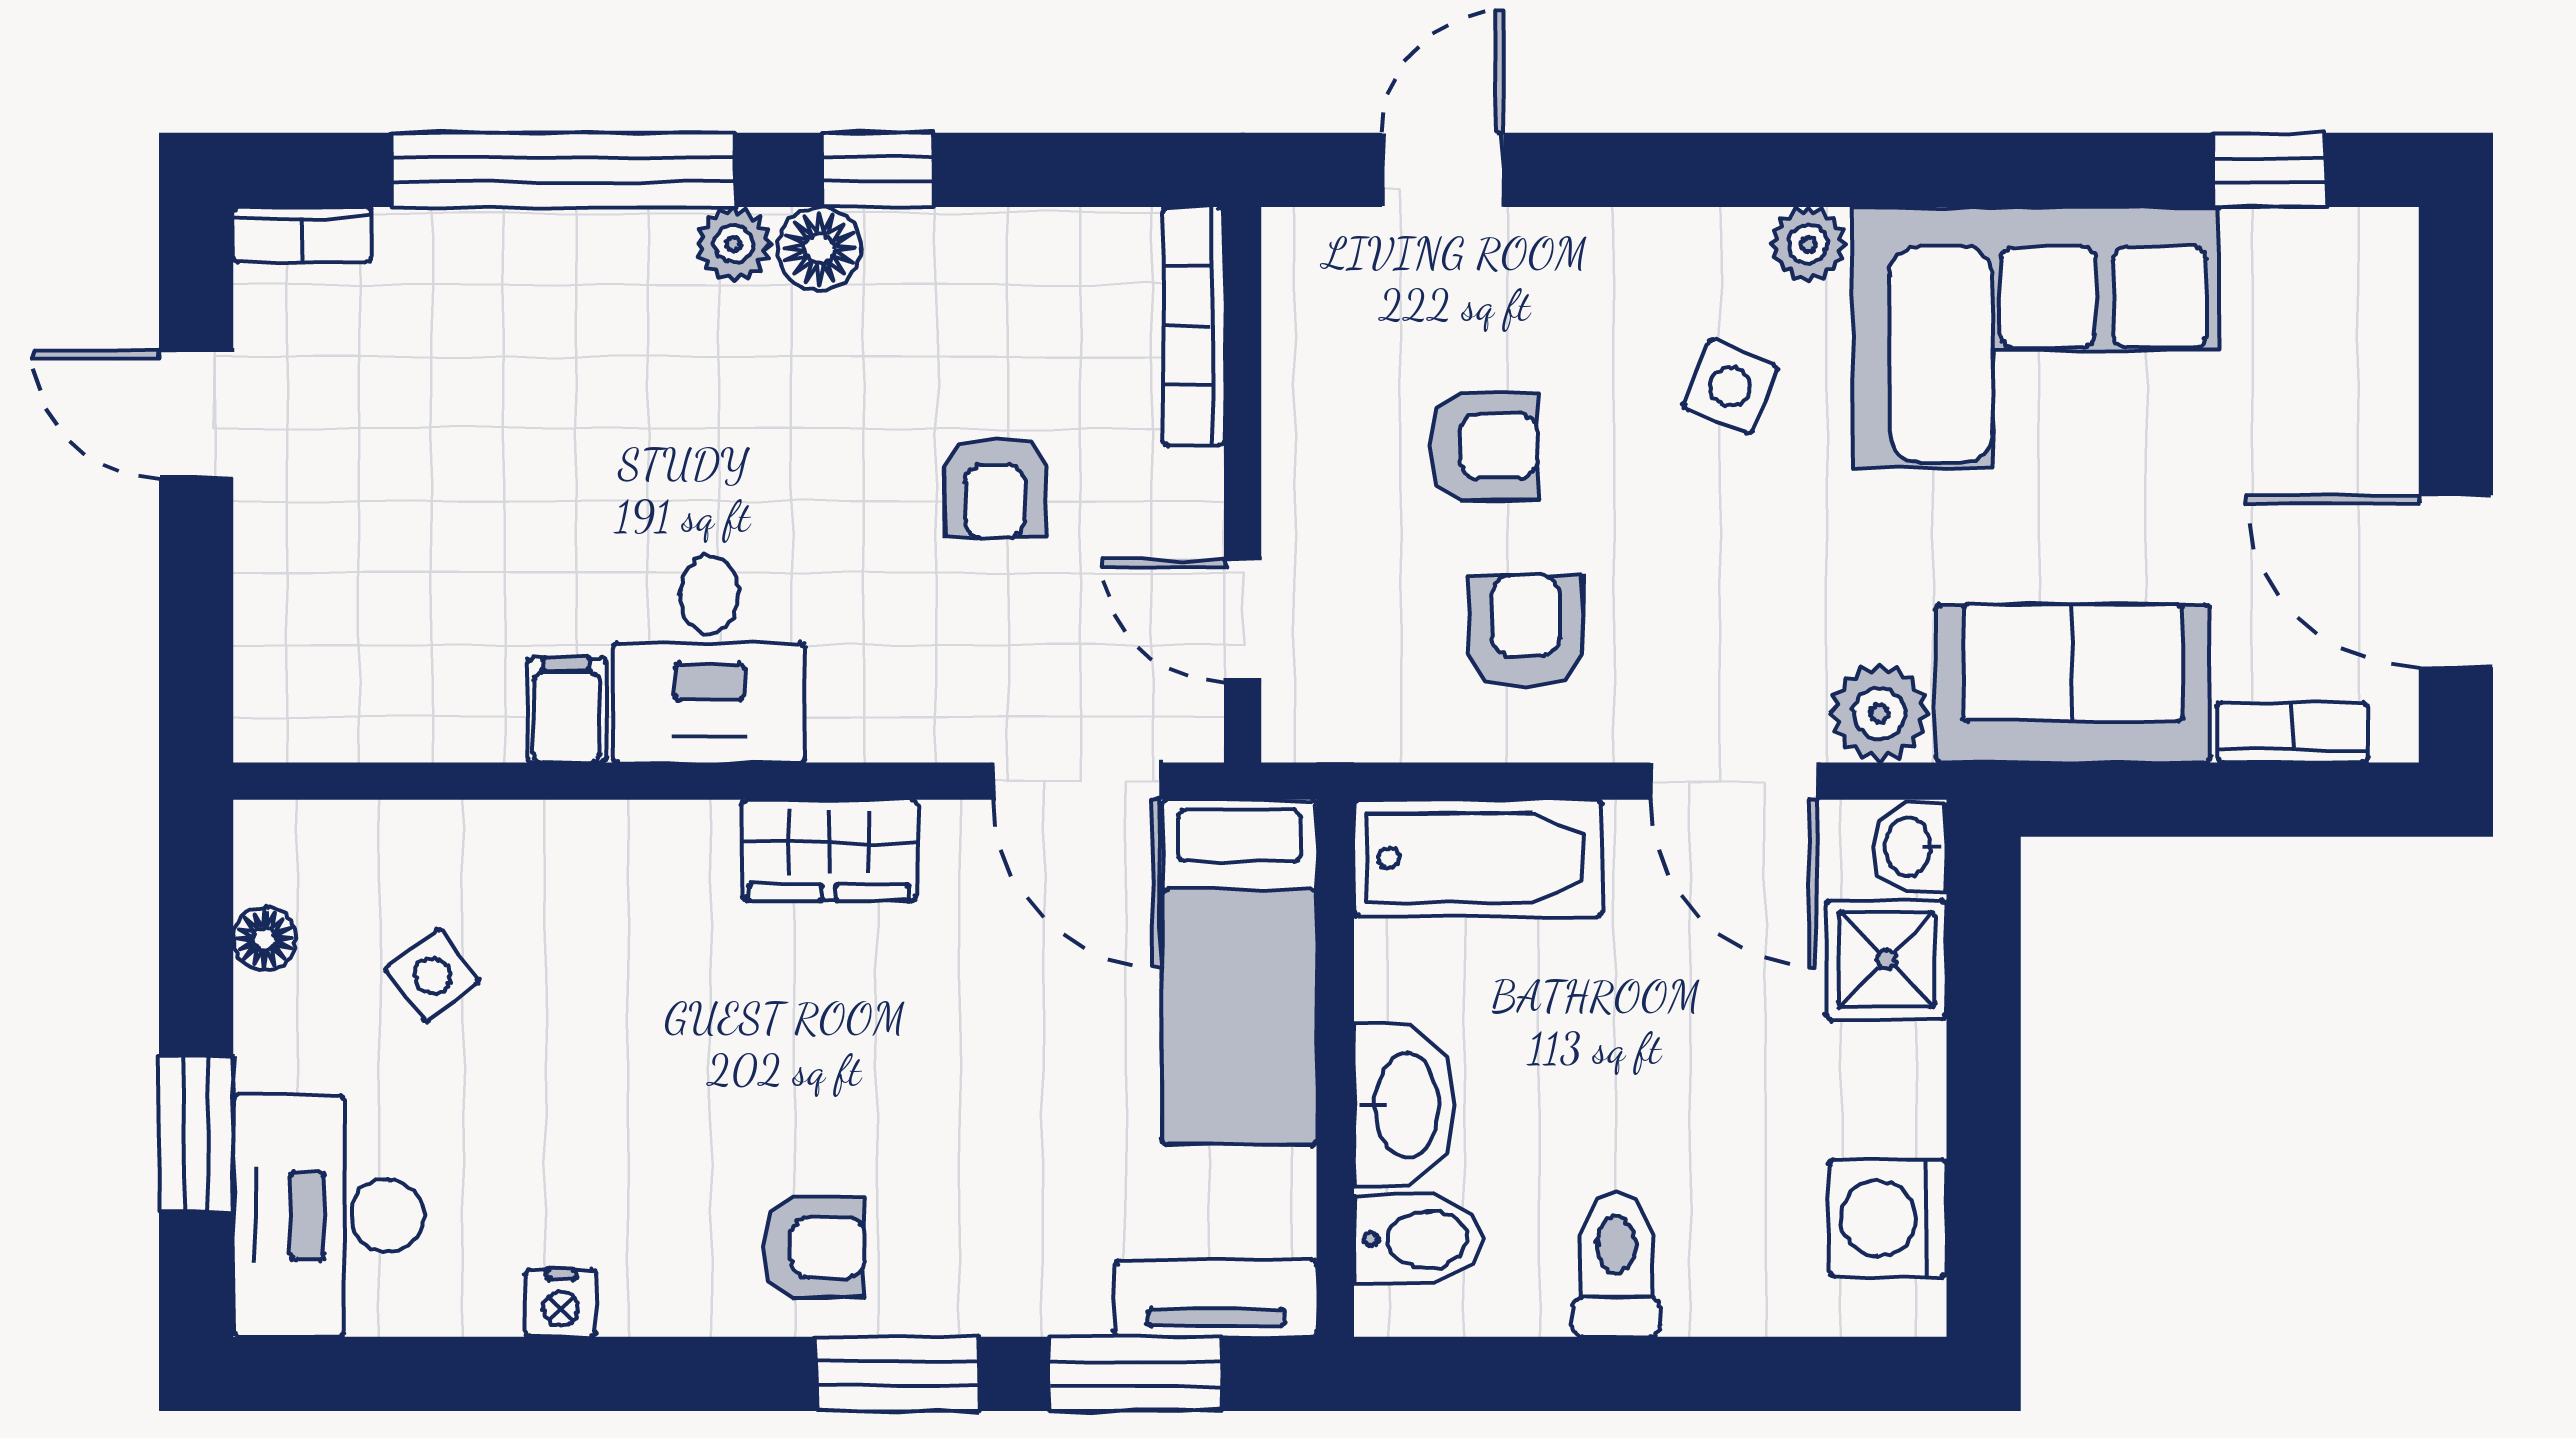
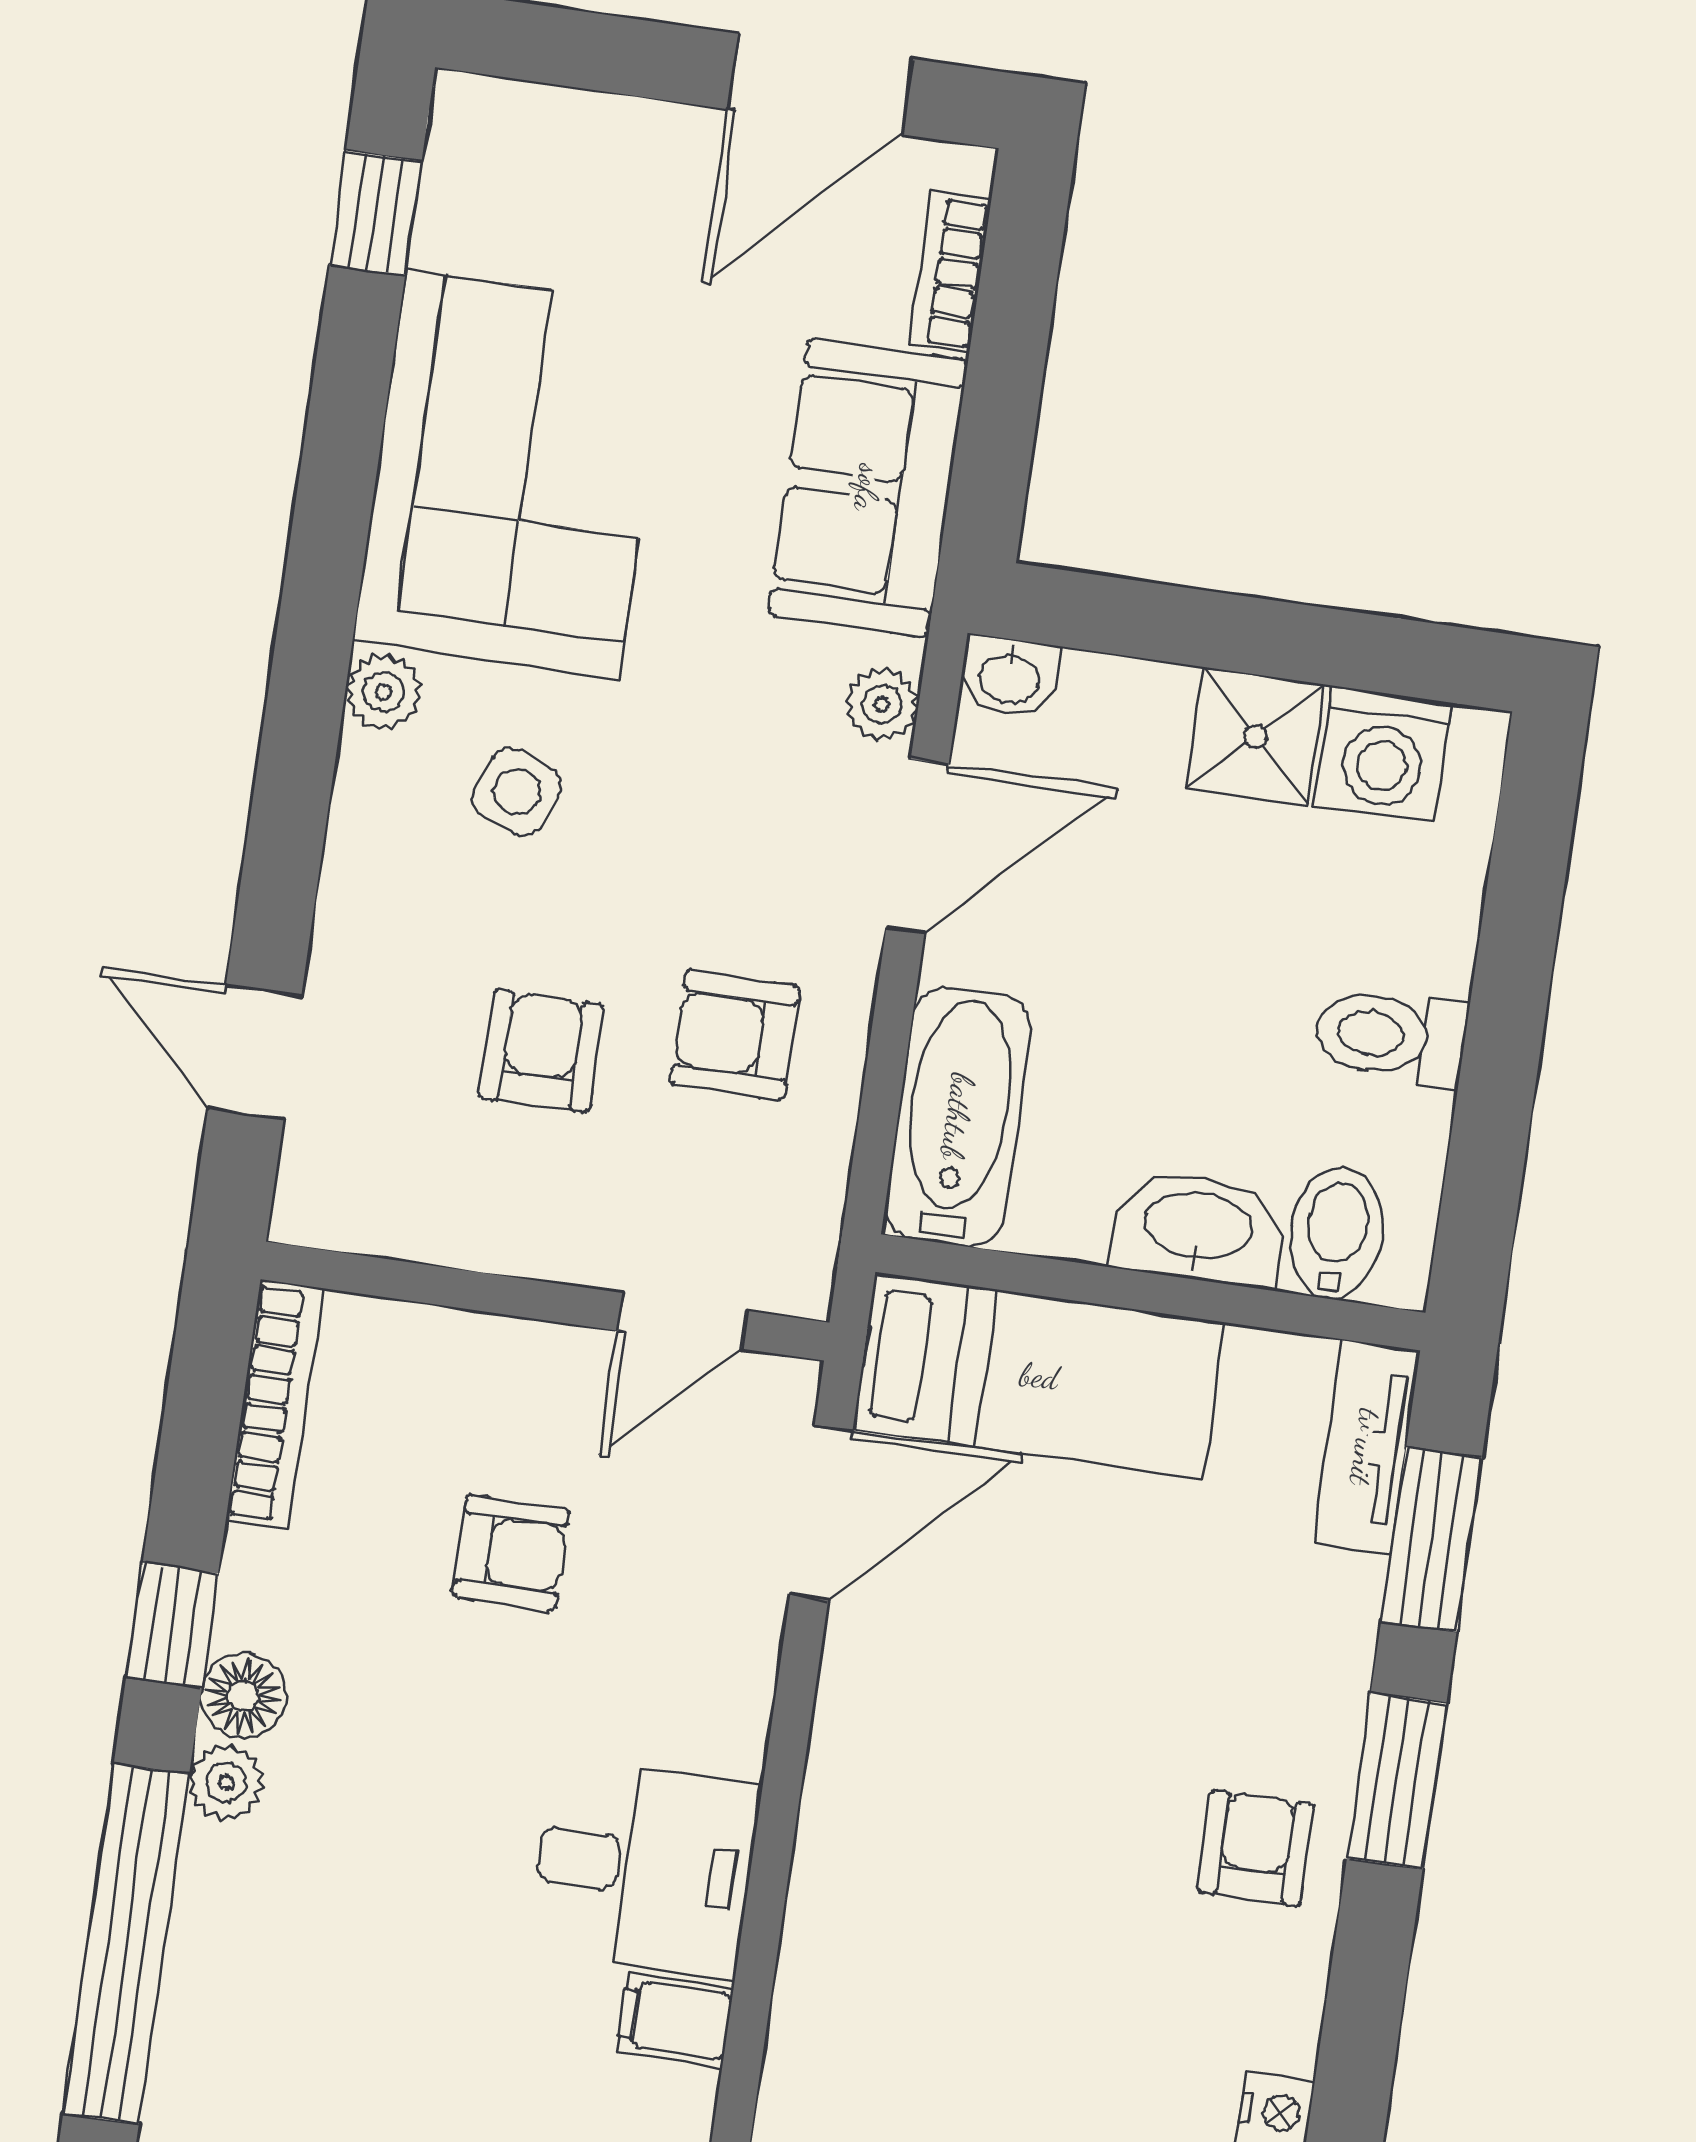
bookcase: (1194, 326) -> (274, 1405), moved, turned -90
plant: (1879, 713) -> (882, 704), width x0.73, depth x0.73
wardrobe: (829, 850) -> (855, 1774), removed
shower: (1887, 960) -> (1255, 736), moved

